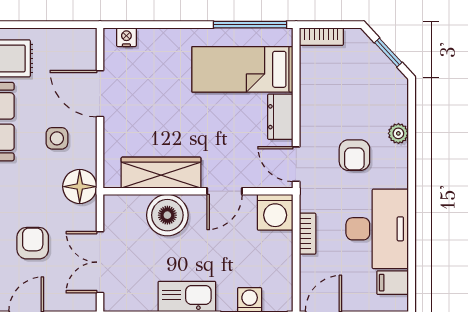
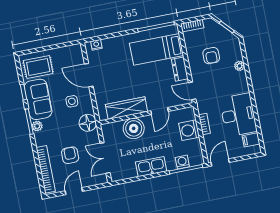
armchair: (354, 155) -> (211, 56), moved
washing machine: (275, 212) -> (189, 130), moved, turned 90

